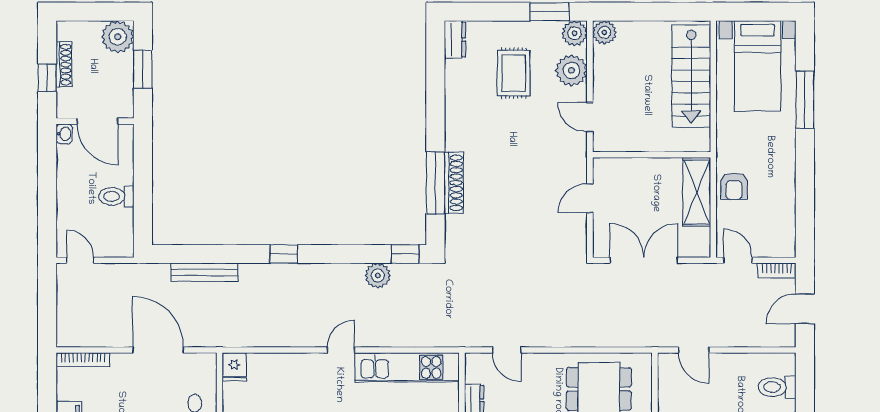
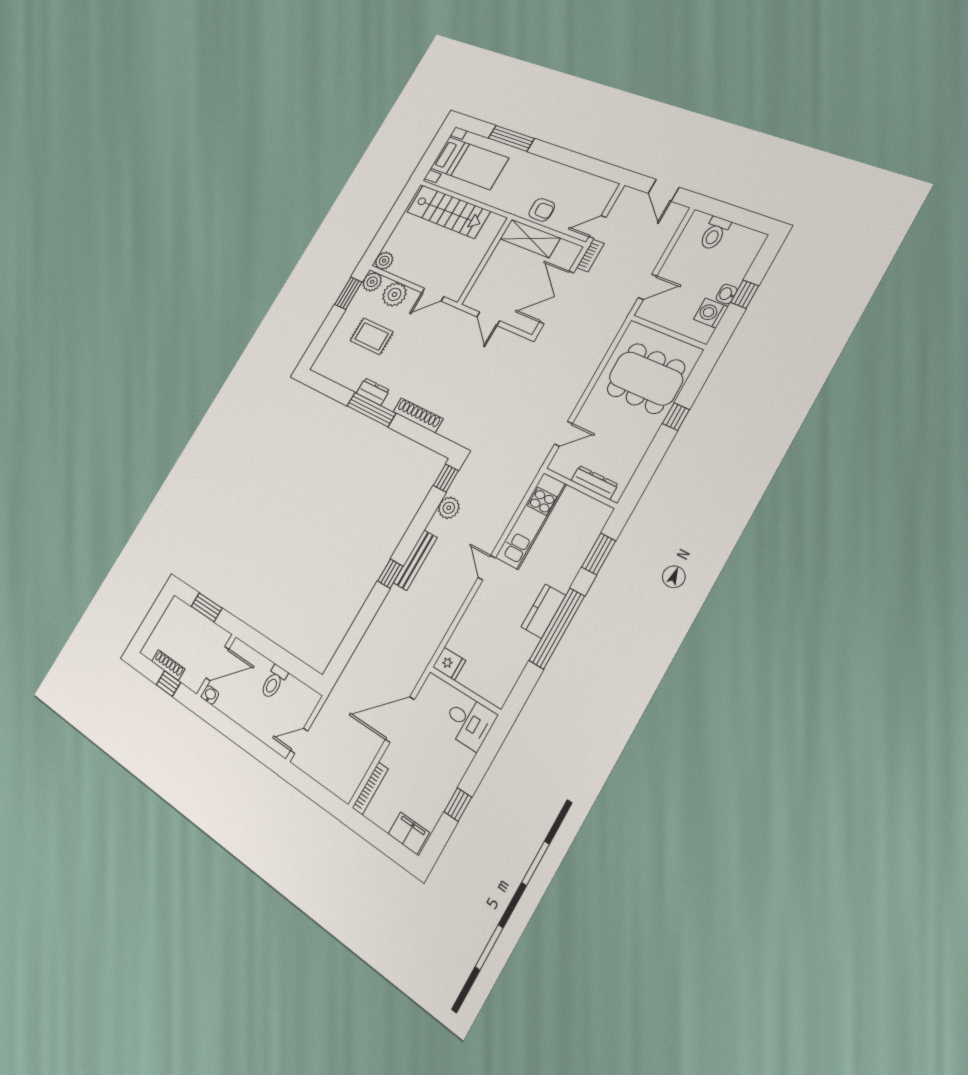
plant: (118, 37) -> (176, 613), removed
dresser: (455, 39) -> (373, 392), moved
window: (435, 183) -> (371, 410), moved
bookcase: (777, 271) -> (590, 256), moved
bench: (204, 272) -> (415, 560), moved

